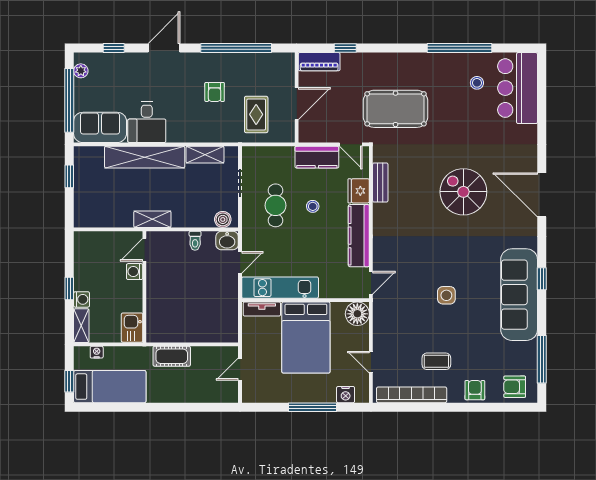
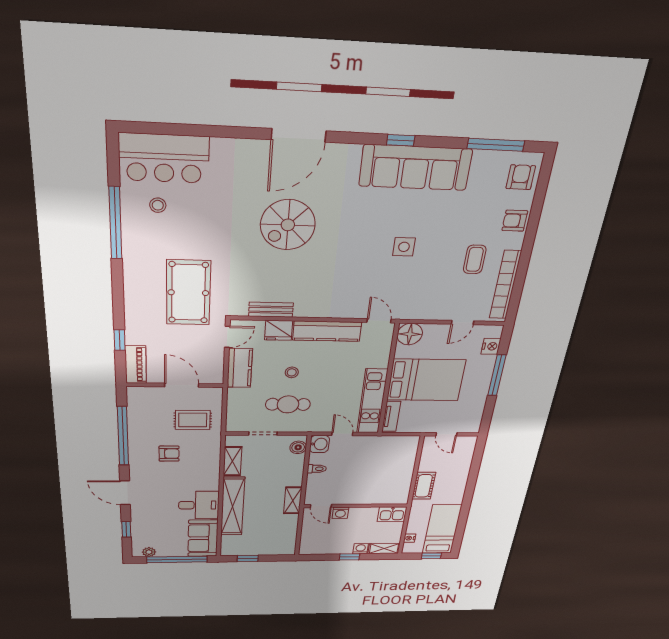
armchair: (515, 387) -> (521, 177), turned 180

